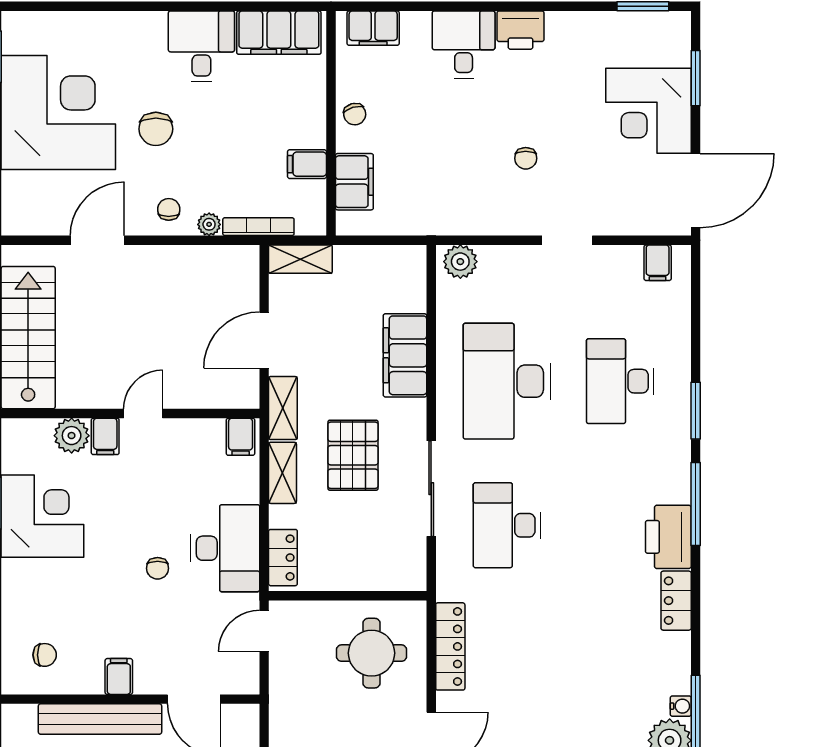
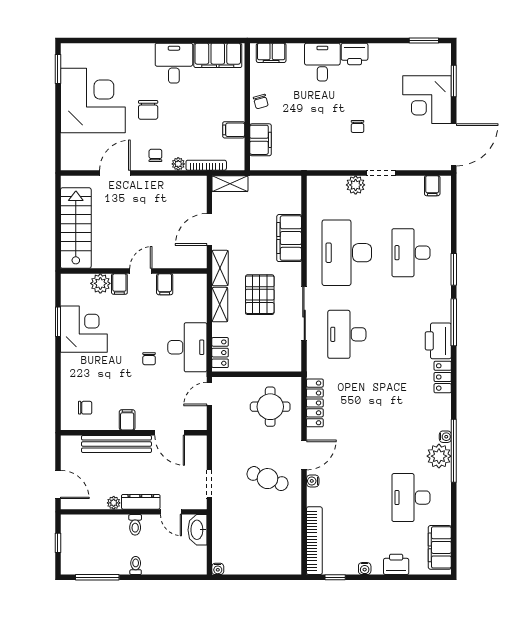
plant: (460, 262) -> (356, 185), moved
filing cabinet: (241, 437) -> (165, 284), moved

